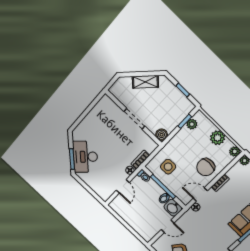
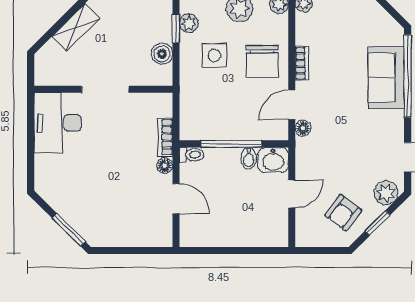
boiler: (162, 135) -> (162, 54), moved
desk: (85, 157) -> (58, 123), moved, turned 45
side table: (168, 167) -> (214, 55), moved

